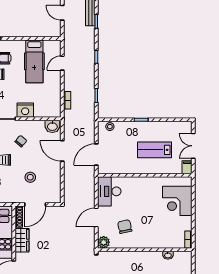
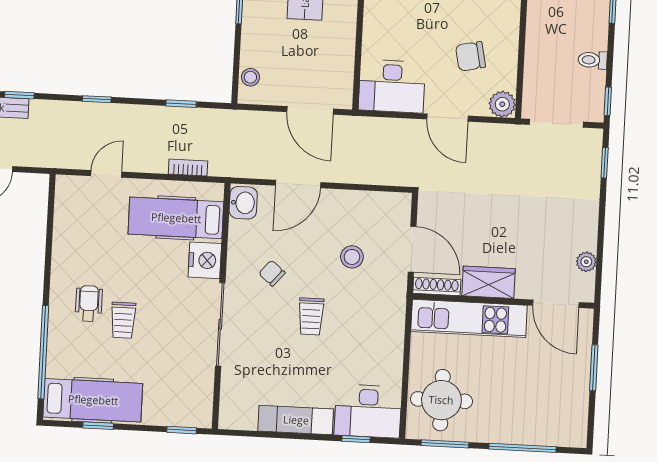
hospital bed: (34, 61) -> (176, 218), moved, turned 180
door: (62, 63) -> (106, 174), swing flipped

